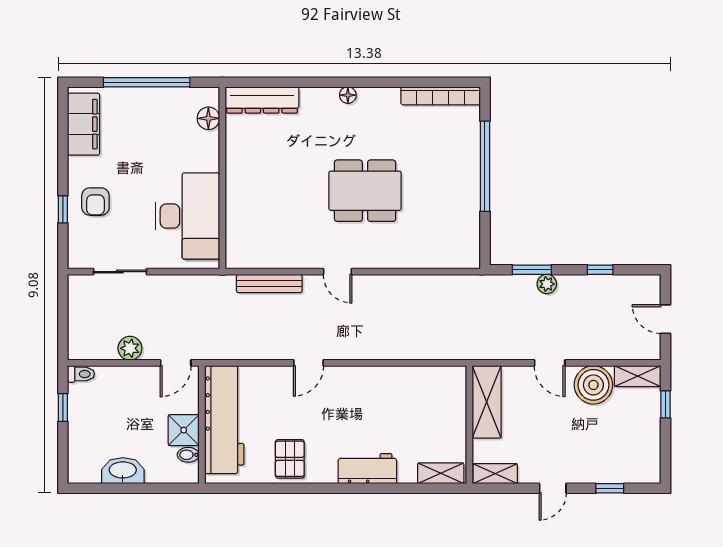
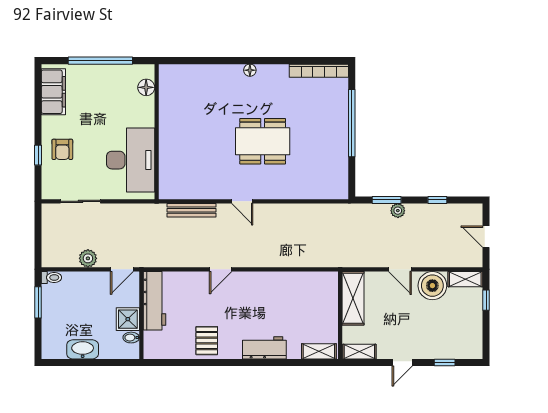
dresser: (262, 100) -> (186, 74), removed
window: (63, 408) -> (38, 302), width x1.50
workbench: (224, 420) -> (154, 301), width x0.73, depth x0.76

